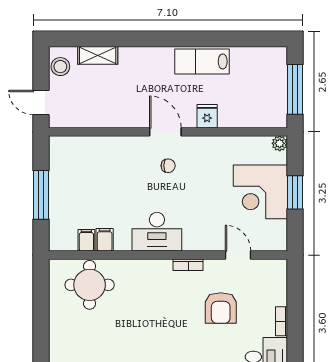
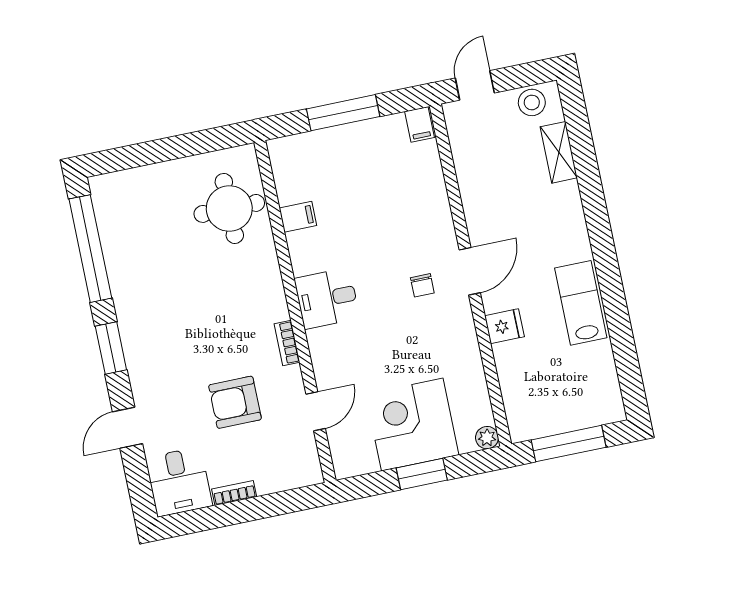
desk: (157, 232) -> (327, 298), width x0.73
filing cabinet: (86, 240) -> (419, 124), moved, turned 90

